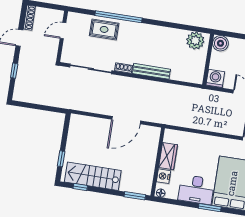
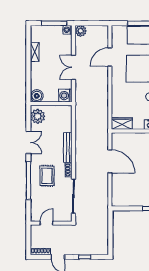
double door: (165, 24) -> (28, 143), added
rug: (104, 29) -> (47, 176), moved
door: (63, 31) -> (46, 223), swing flipped
wardrobe: (168, 156) -> (122, 123), moved

